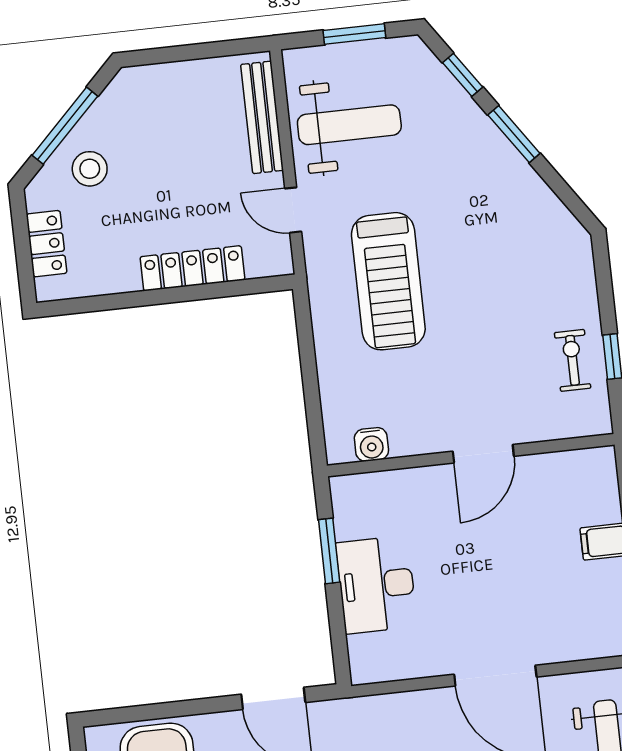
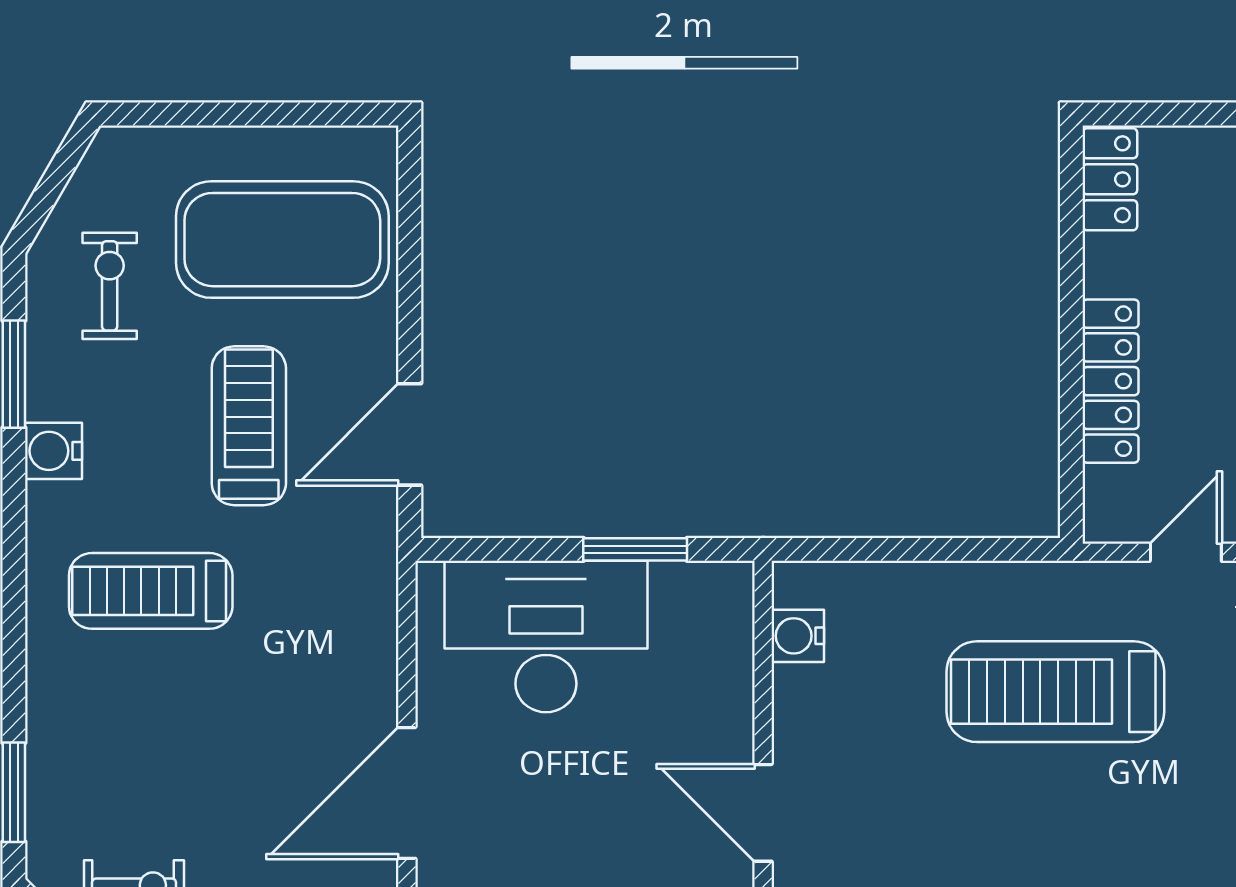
locker: (47, 244) -> (1110, 179), moved, turned -90
desk: (376, 585) -> (546, 637), width x1.36, depth x1.30

